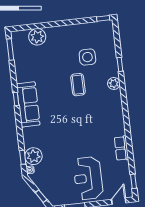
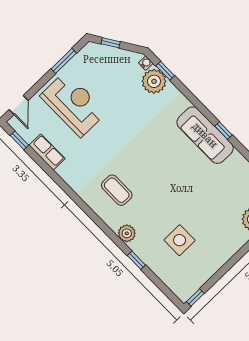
coffee table: (78, 85) -> (117, 190), moved
row of seats: (121, 148) -> (47, 152), moved

